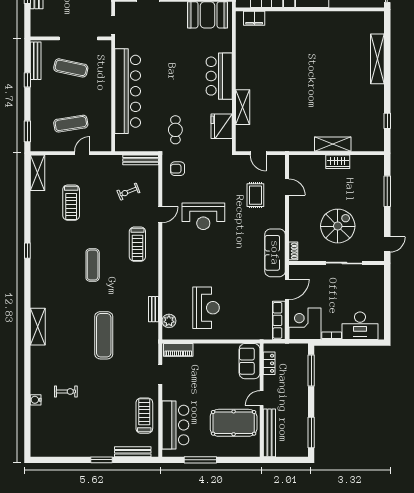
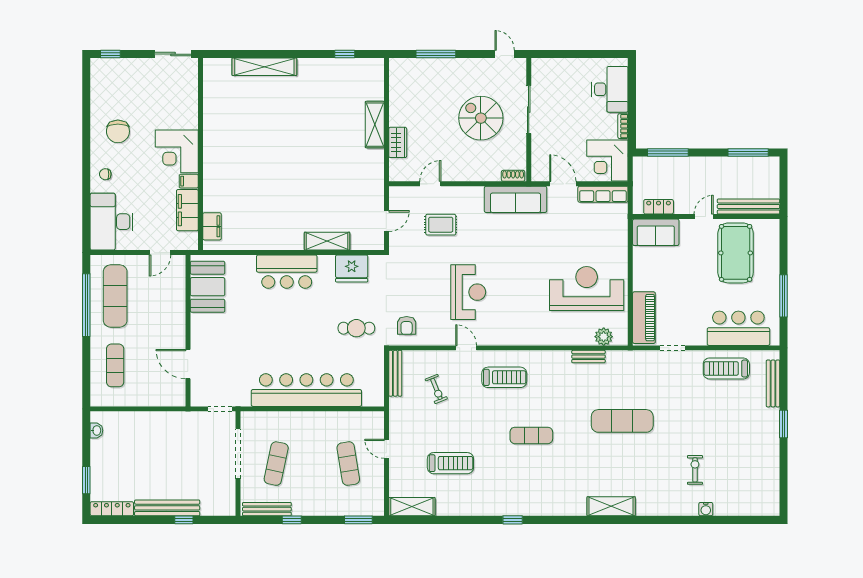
wardrobe: (338, 162) -> (398, 142), moved
reception desk: (206, 308) -> (587, 289), width x1.36, depth x1.30
piano: (178, 350) -> (644, 318), width x1.37, depth x1.33
door: (262, 398) -> (704, 217), swing flipped

